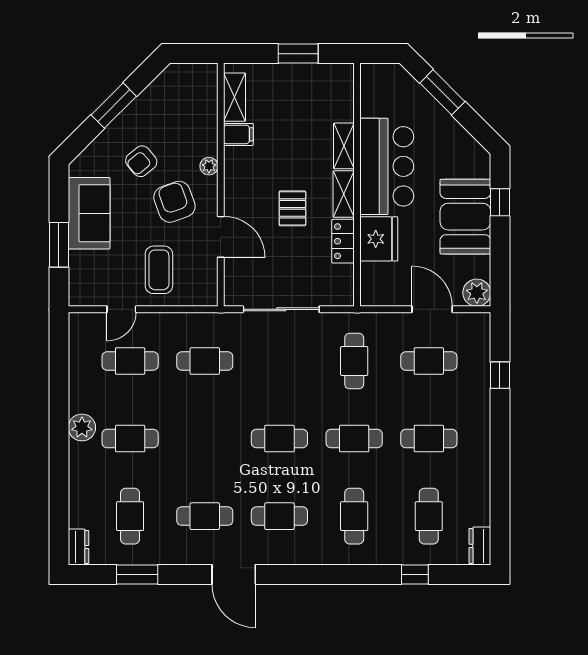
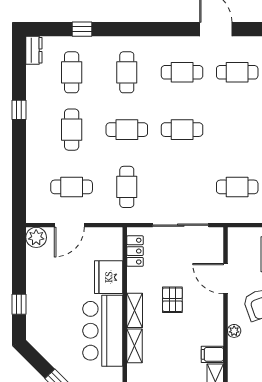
booth: (465, 217) -> (45, 294), removed
locker: (343, 241) -> (135, 251), moved
door: (432, 309) -> (69, 225), hinge flipped
window: (500, 375) -> (19, 110), moved
cafe table: (429, 439) -> (72, 130), turned 90

